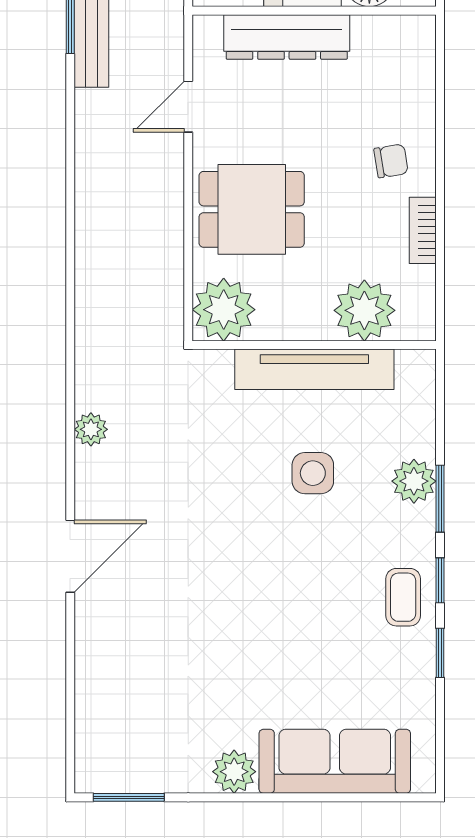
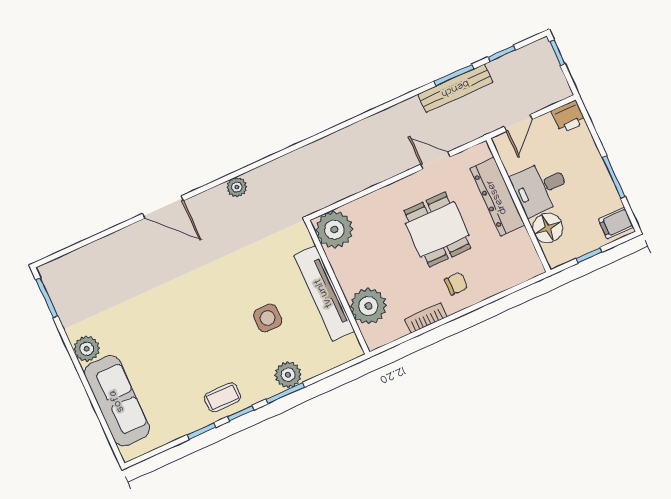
chair: (391, 161) -> (456, 284), turned -81
dining table: (252, 209) -> (437, 229), moved

